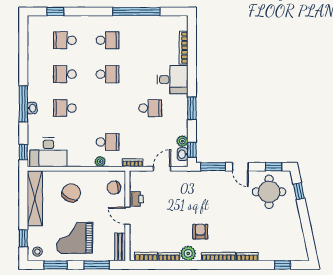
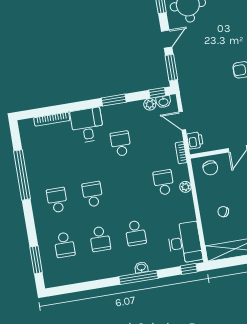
window: (55, 11) -> (36, 260), width x1.50
chair: (71, 193) -> (223, 212), width x0.54, depth x0.54
printer: (136, 199) -> (195, 140), moved, turned 90

